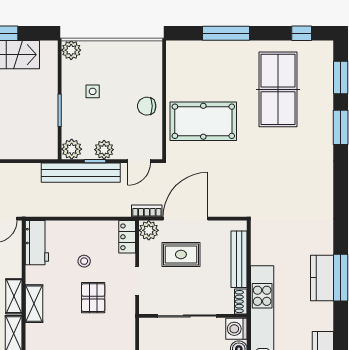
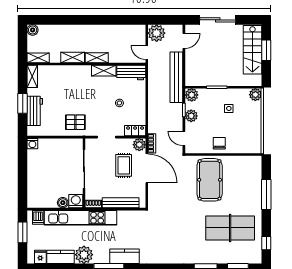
bench: (81, 173) -> (176, 77), moved
kitchen counter: (322, 278) -> (124, 256), moved
pallet: (93, 298) -> (75, 122), moved
shelving: (34, 304) -> (104, 71), moved
plant: (320, 316) -> (84, 255), added

